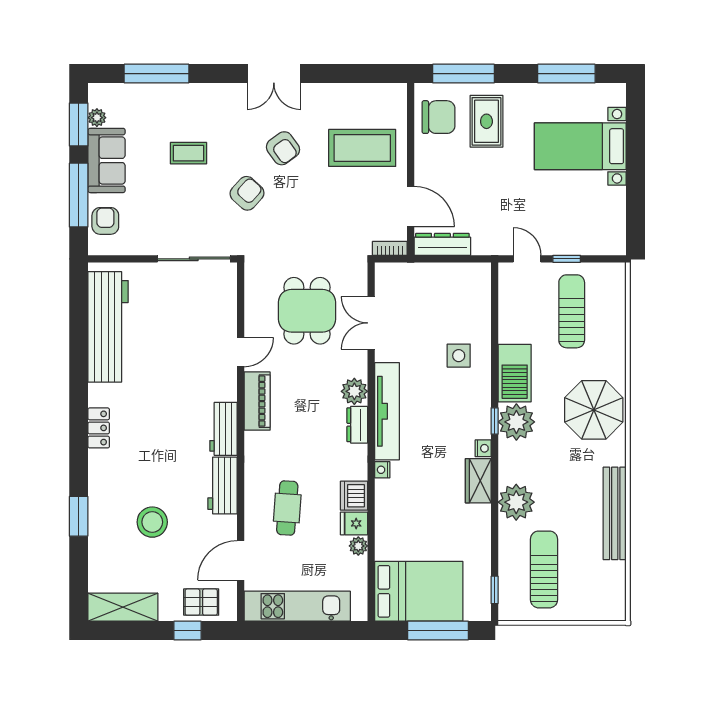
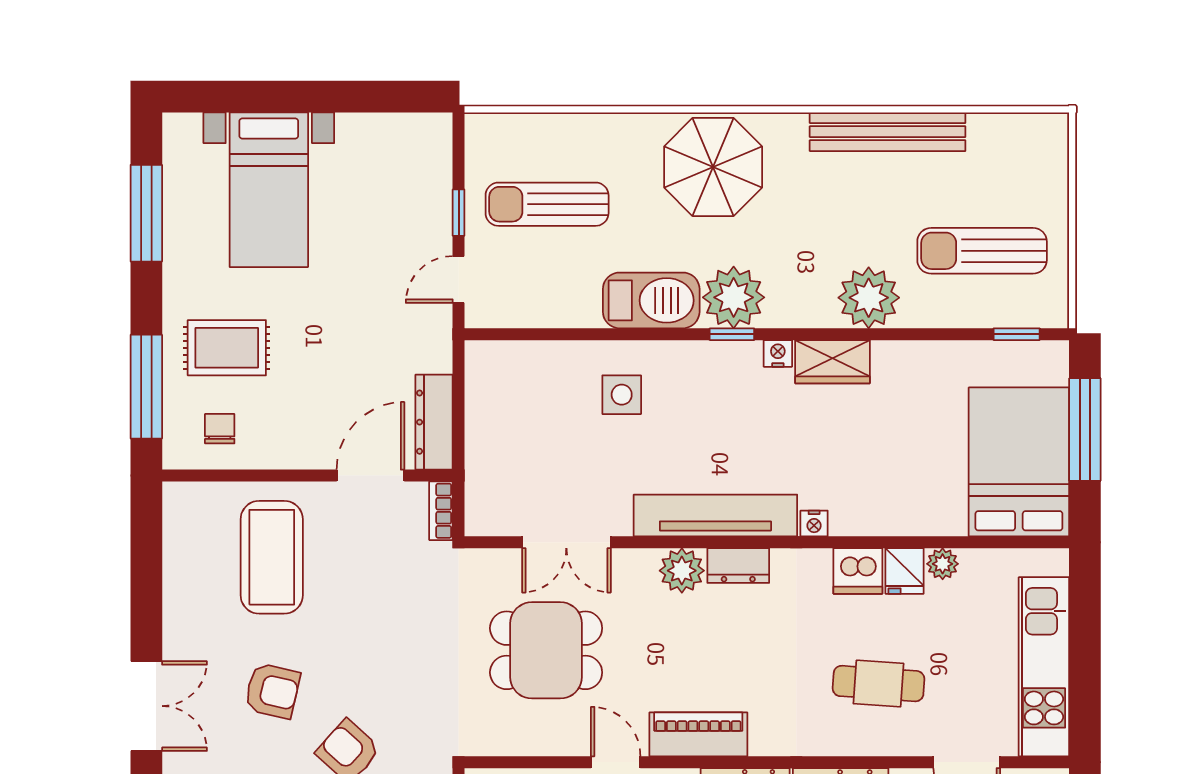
chair: (438, 117) -> (220, 429), width x0.54, depth x0.54
armchair: (283, 148) -> (272, 691), turned 49

